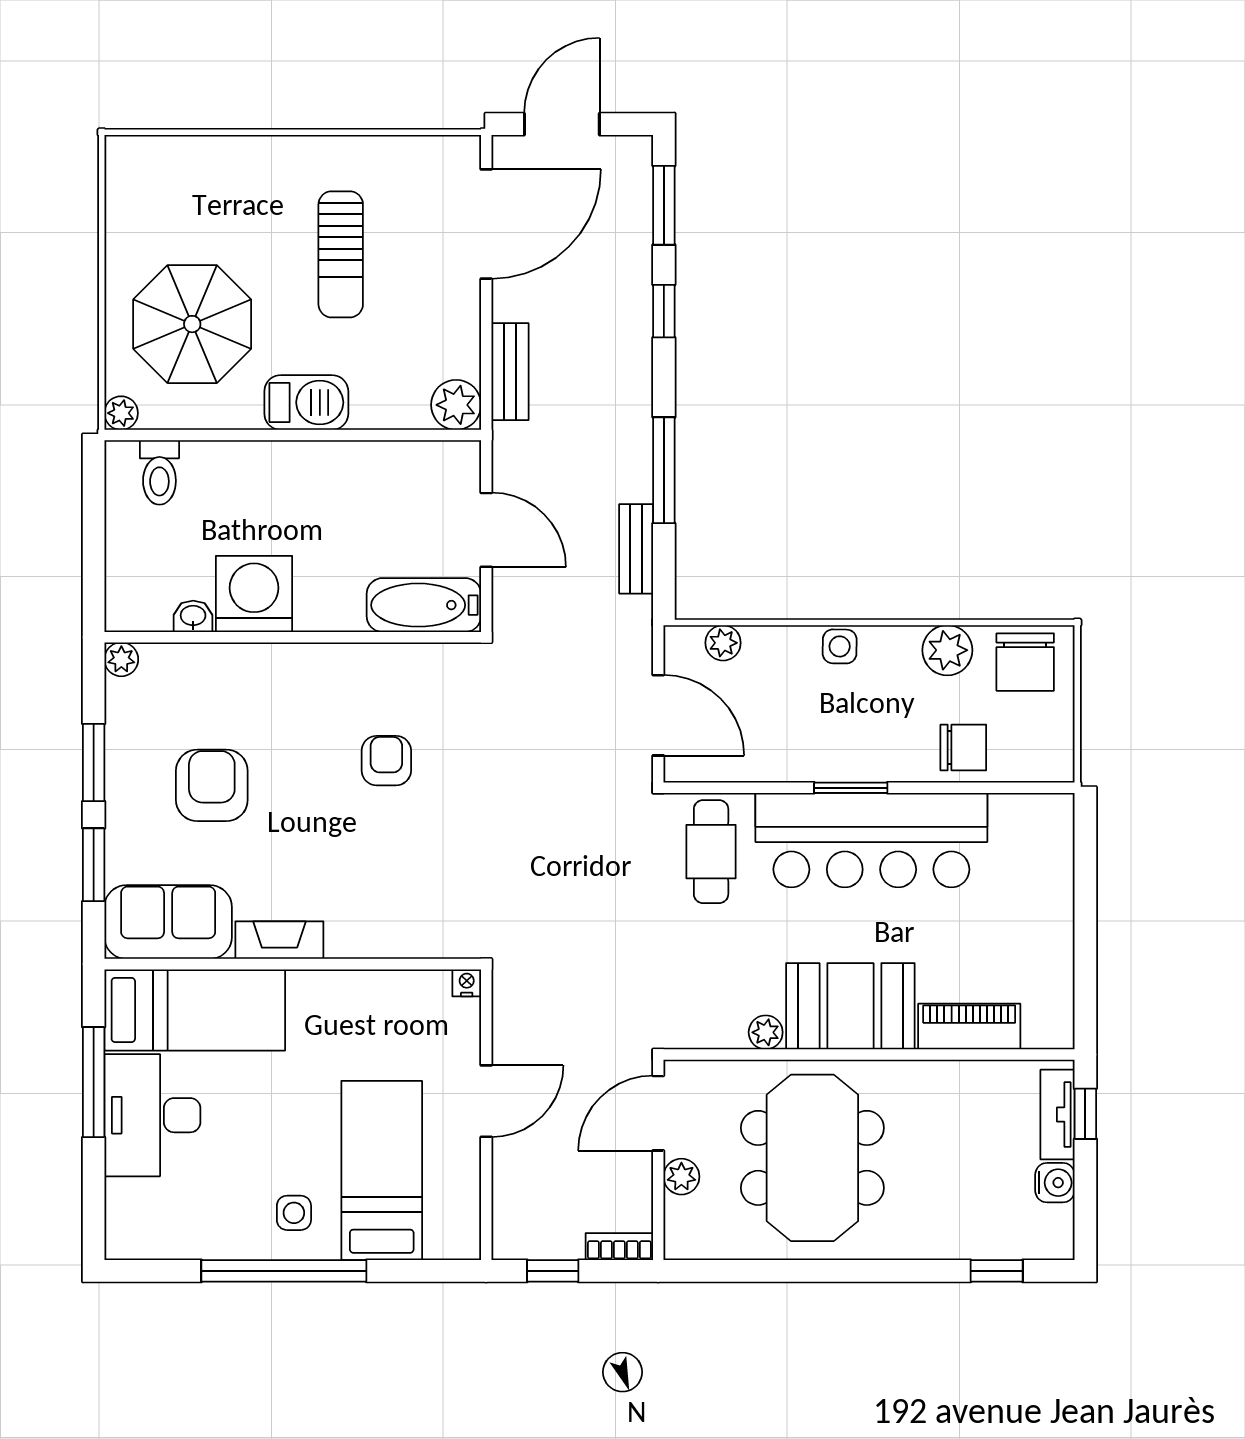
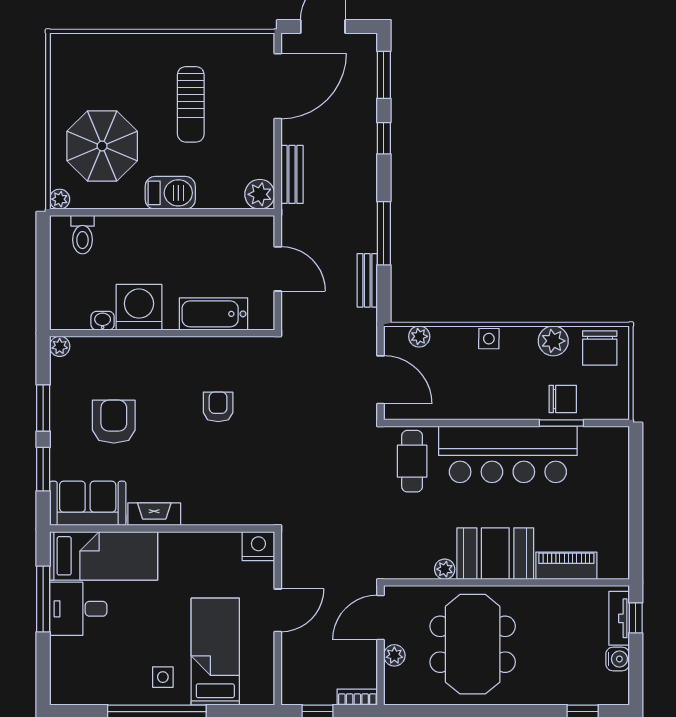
bathtub: (424, 605) -> (214, 314), moved
window: (851, 788) -> (561, 423), moved
nightstand: (467, 983) -> (258, 546), width x1.89, depth x1.79
desk: (152, 1115) -> (78, 609), width x0.73

